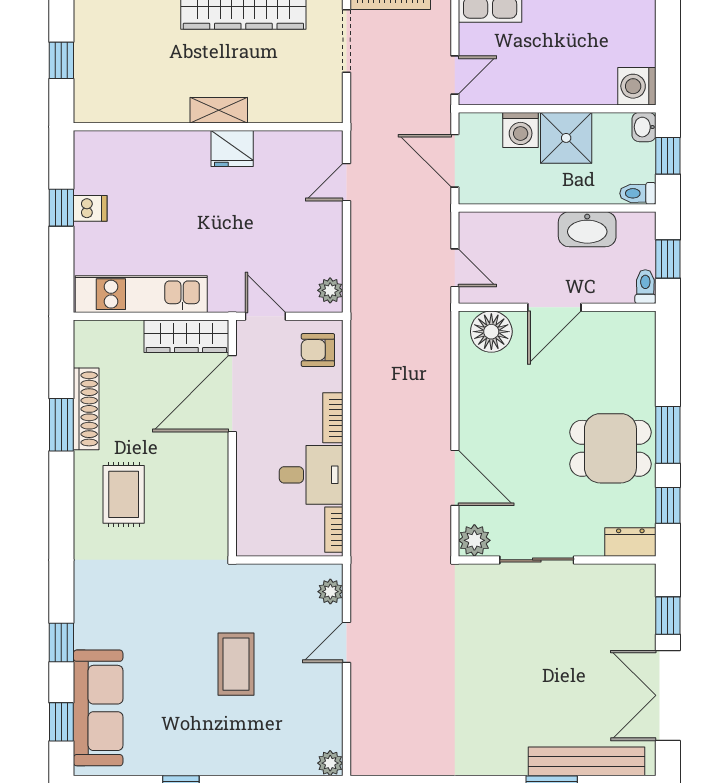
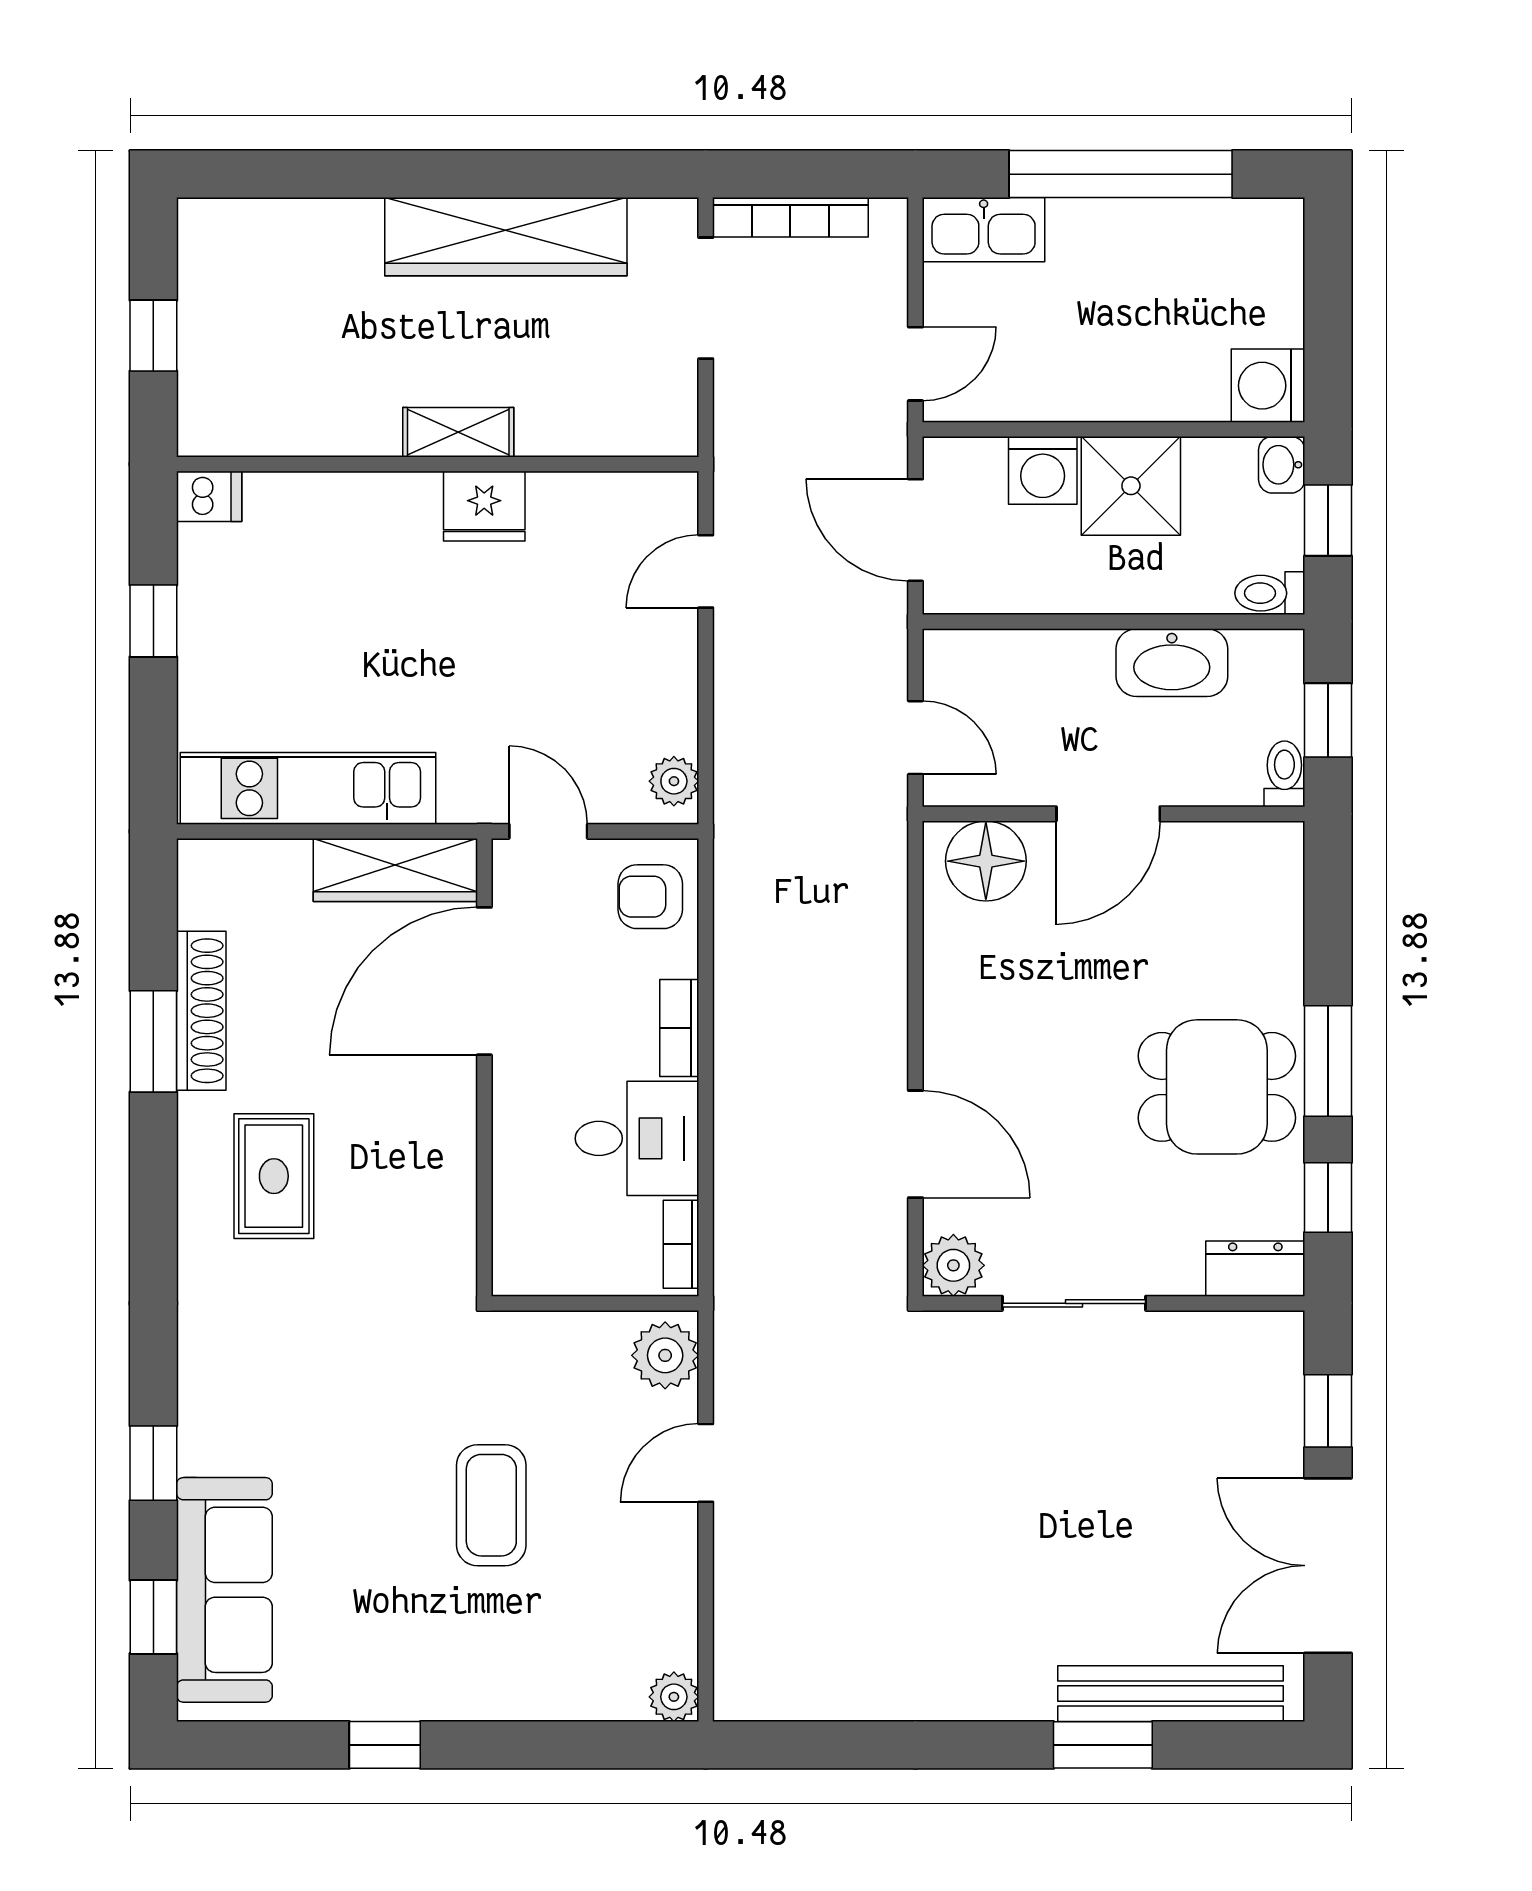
dishwasher: (90, 208) -> (209, 496), moved
plant: (330, 592) -> (665, 1355), width x1.38, depth x1.38

